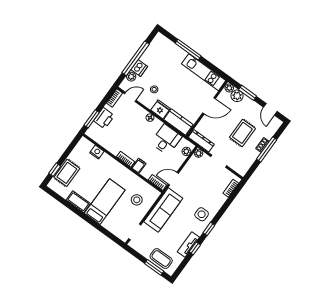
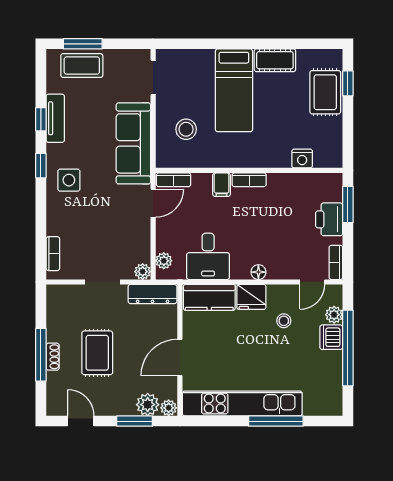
kitchen unit: (204, 72) -> (242, 403), width x1.36

